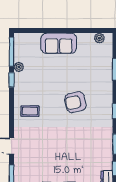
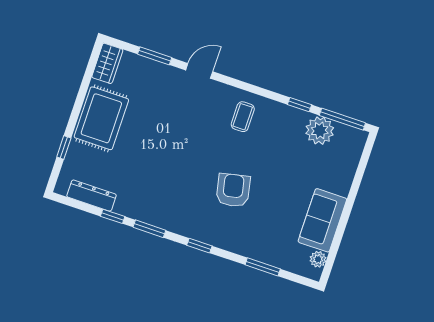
sofa: (59, 43) -> (322, 220), moved
plant: (19, 67) -> (320, 131), width x1.87, depth x1.87

